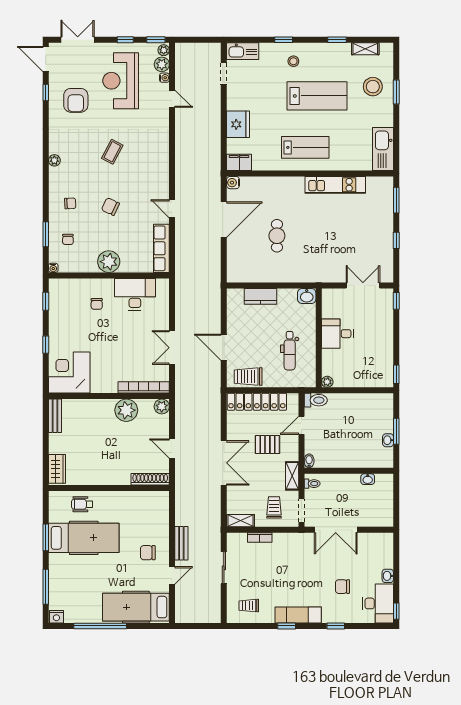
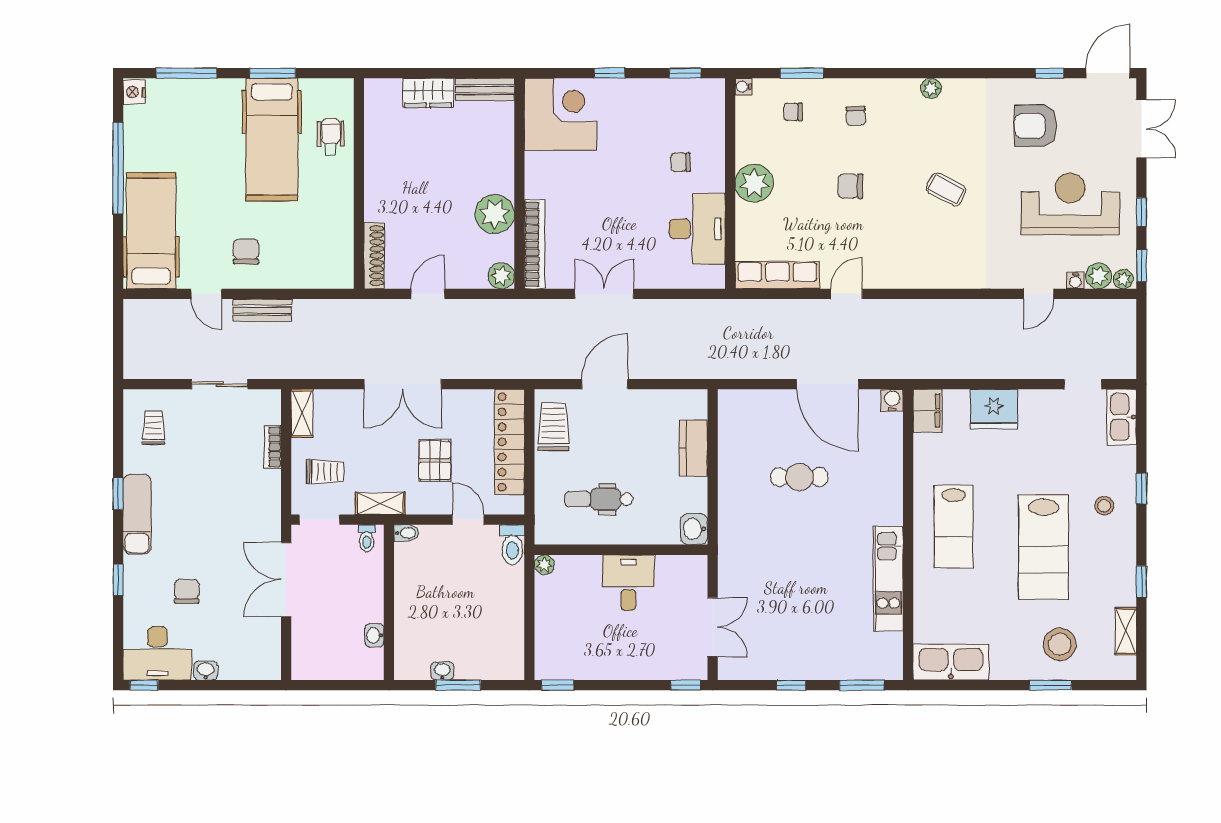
chair: (110, 207) -> (850, 186), turned -115
wardrobe: (57, 469) -> (428, 93), moved

